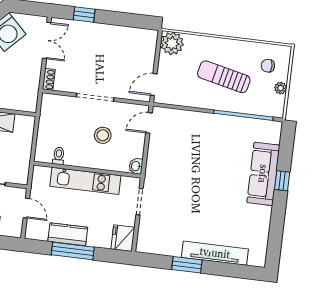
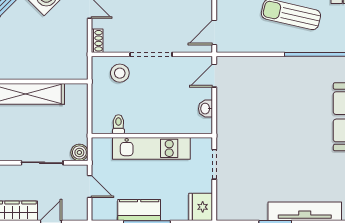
stool: (103, 135) -> (120, 73), moved
washbasin: (136, 166) -> (206, 109), moved
boiler: (21, 177) -> (79, 152), added

